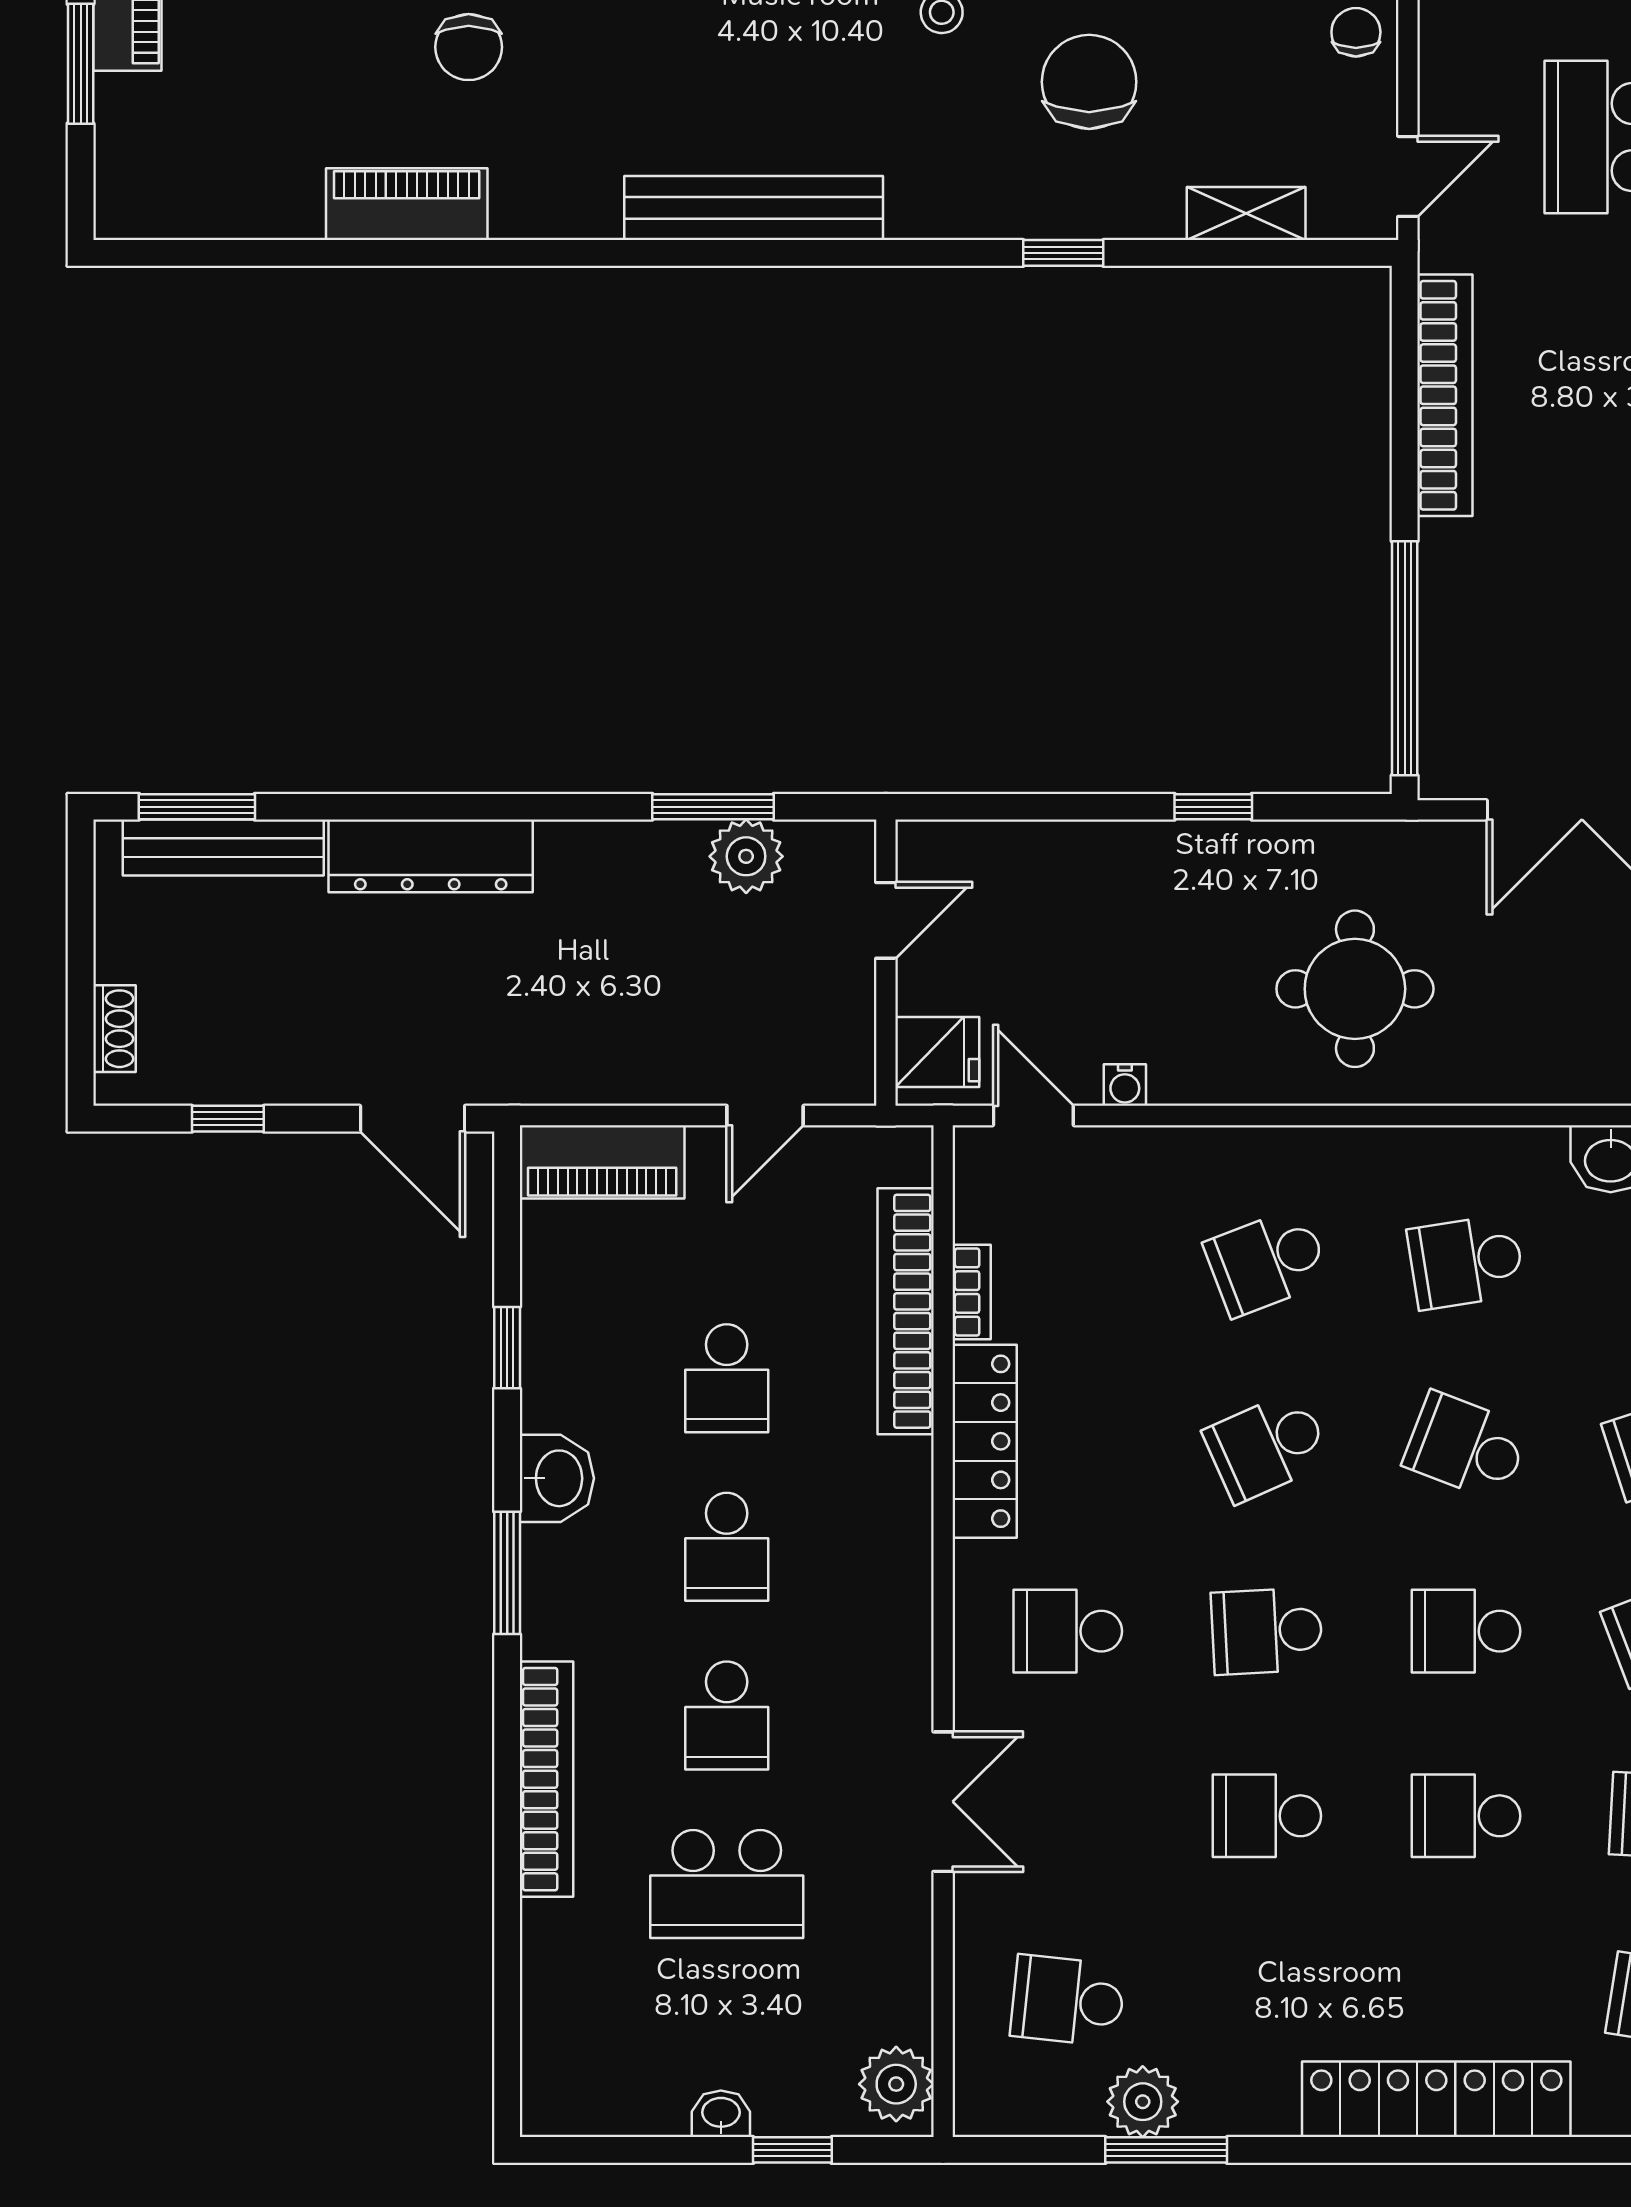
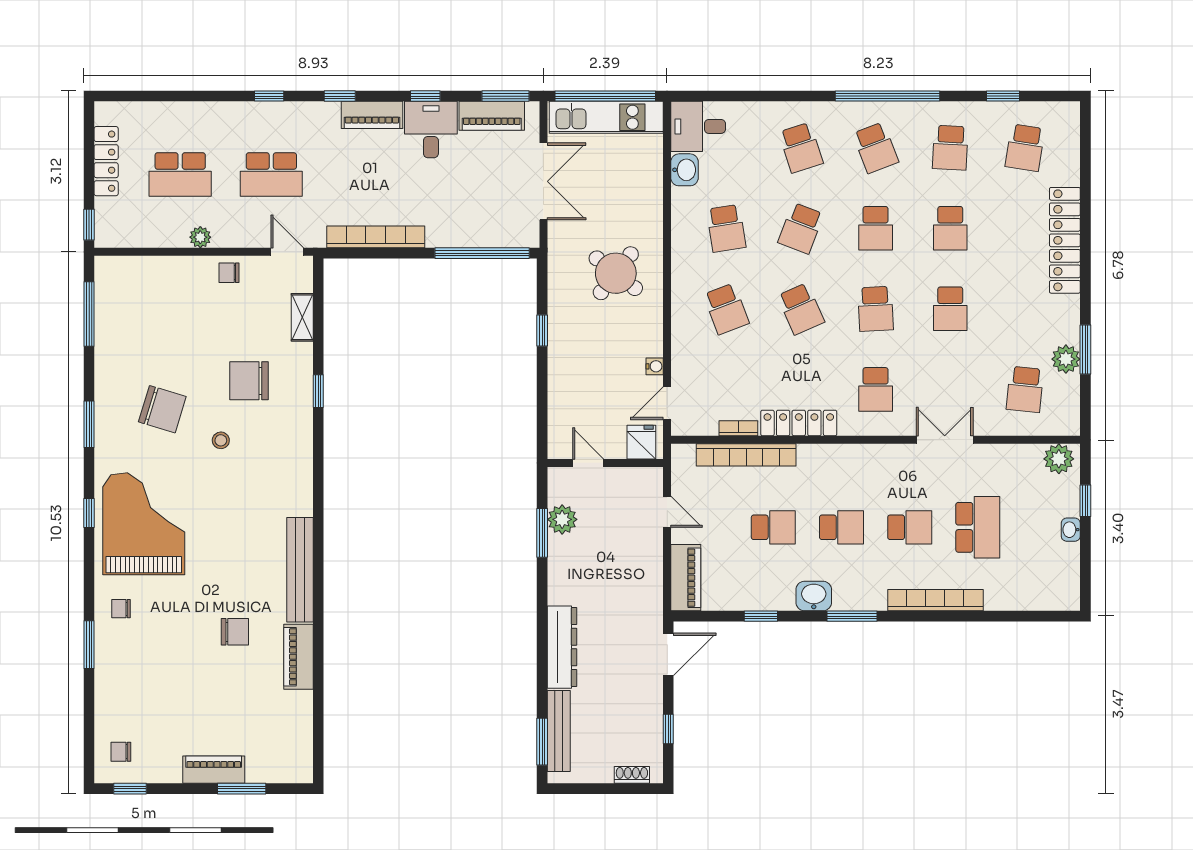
bench: (754, 208) -> (300, 570), moved
round table: (1355, 989) -> (616, 273), turned 38

